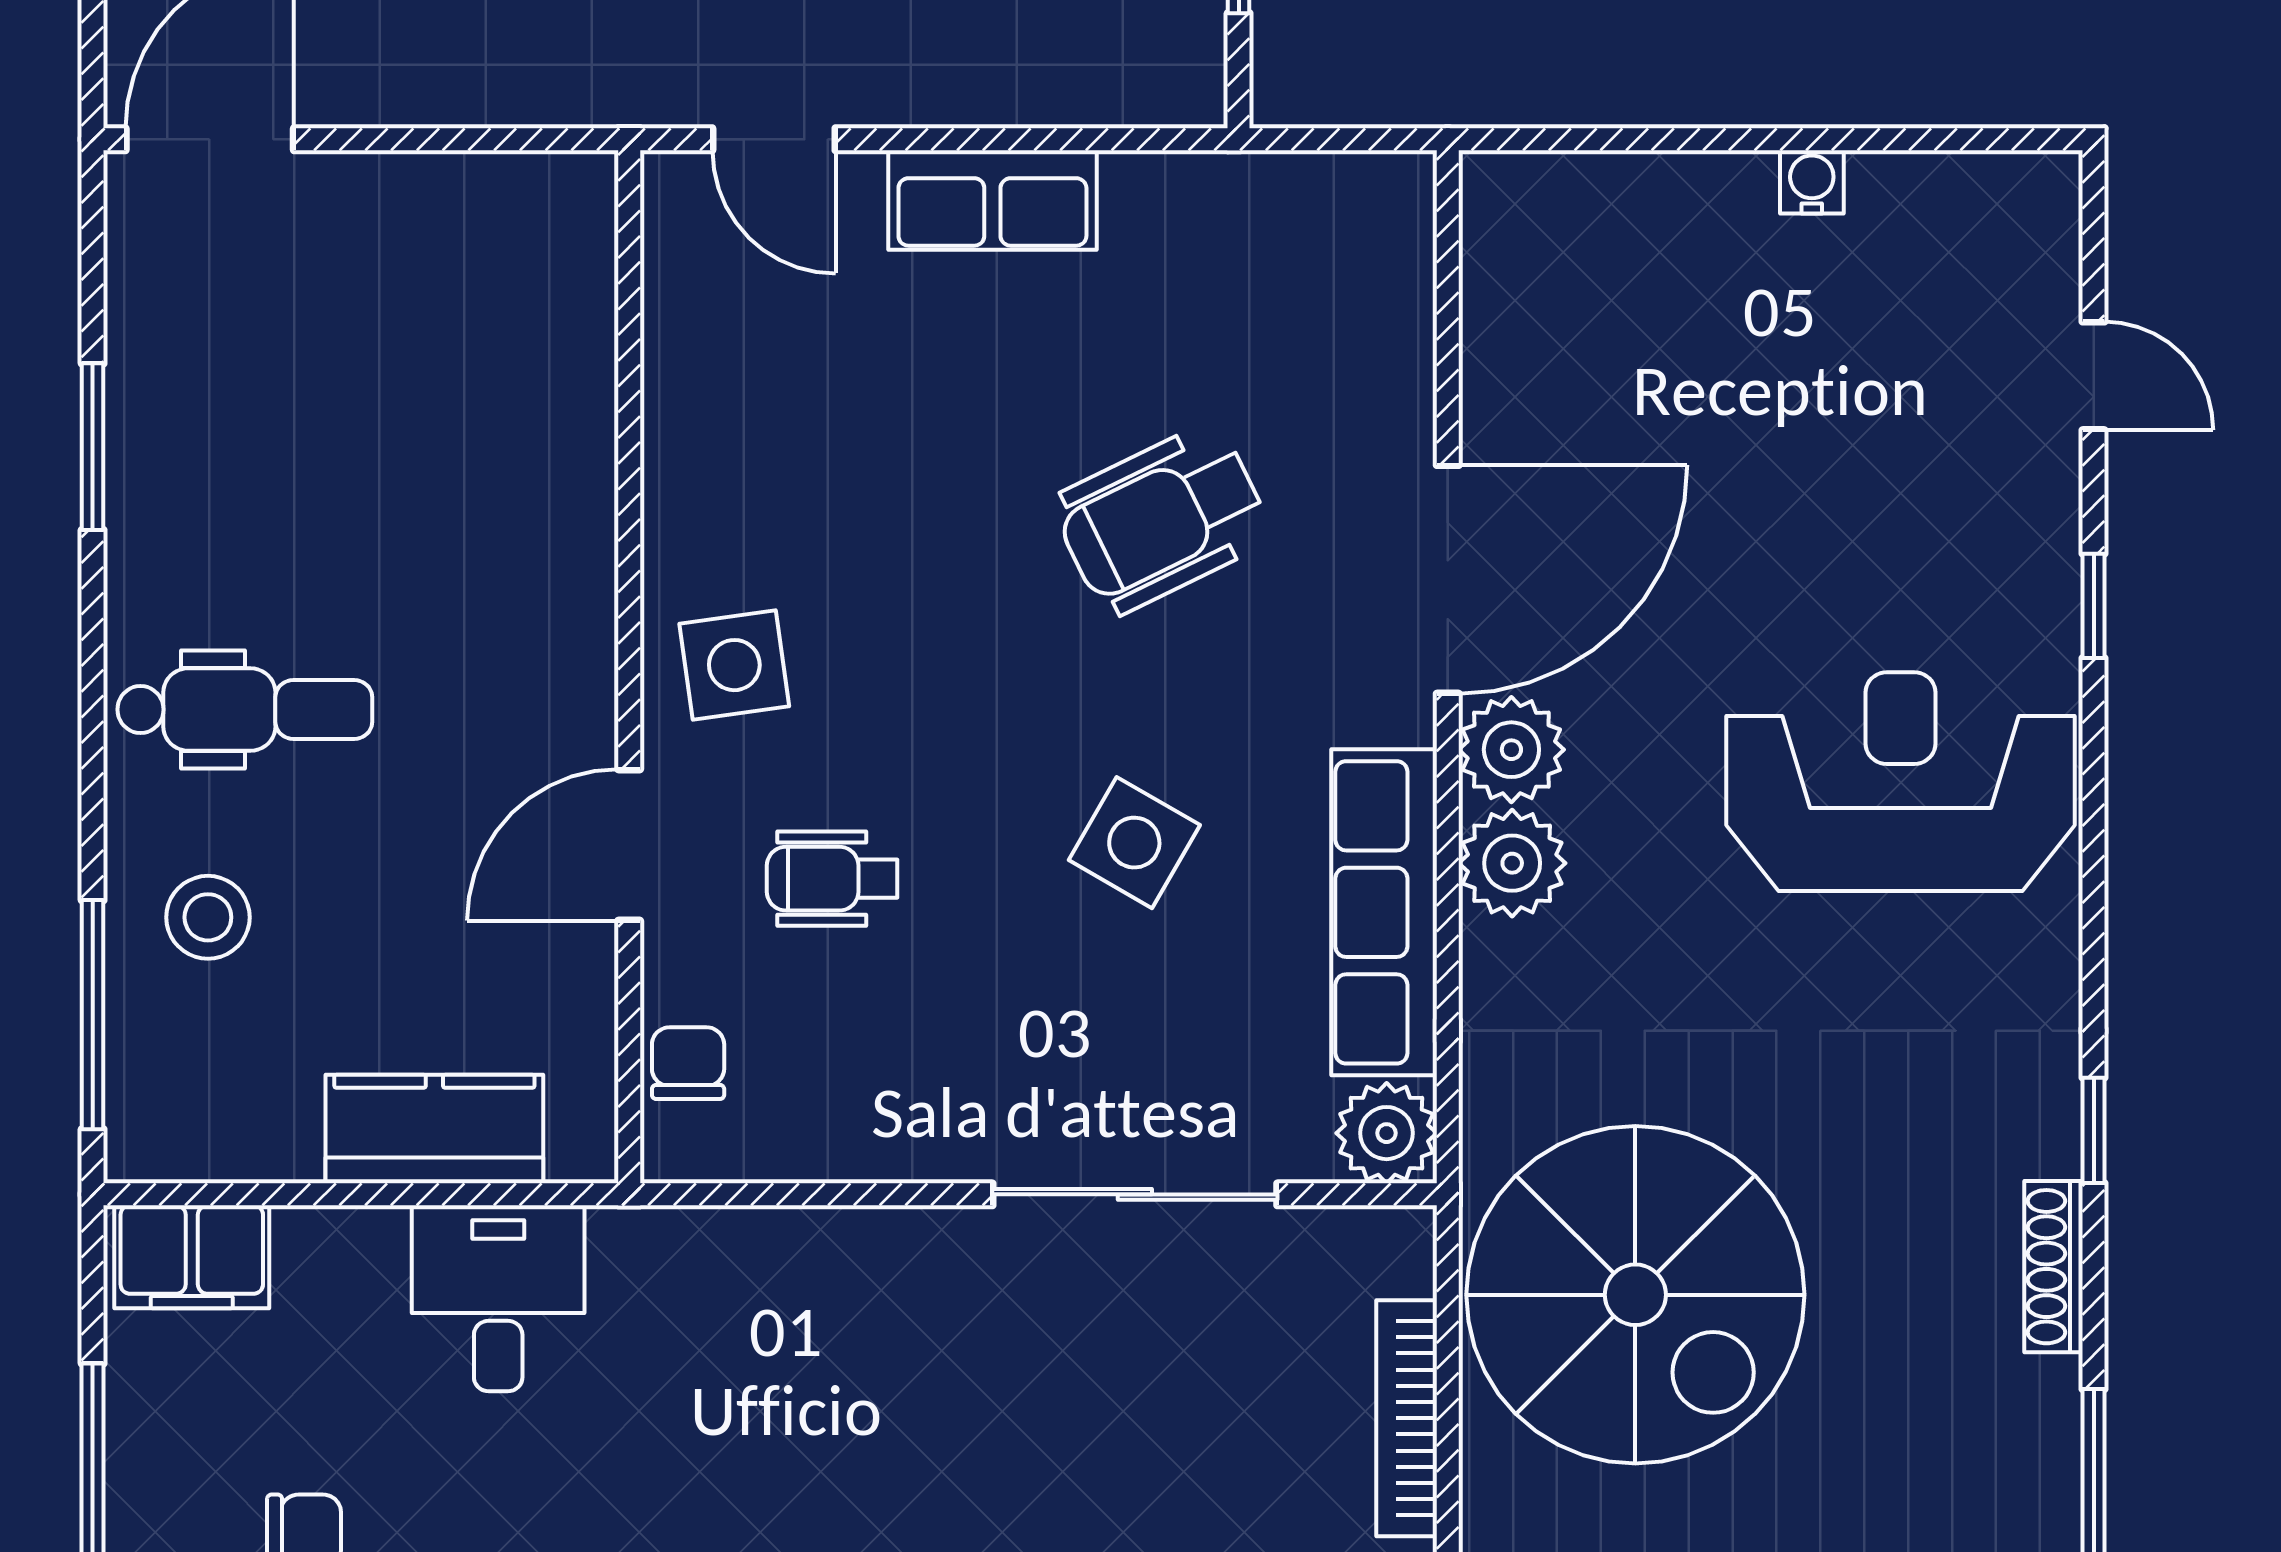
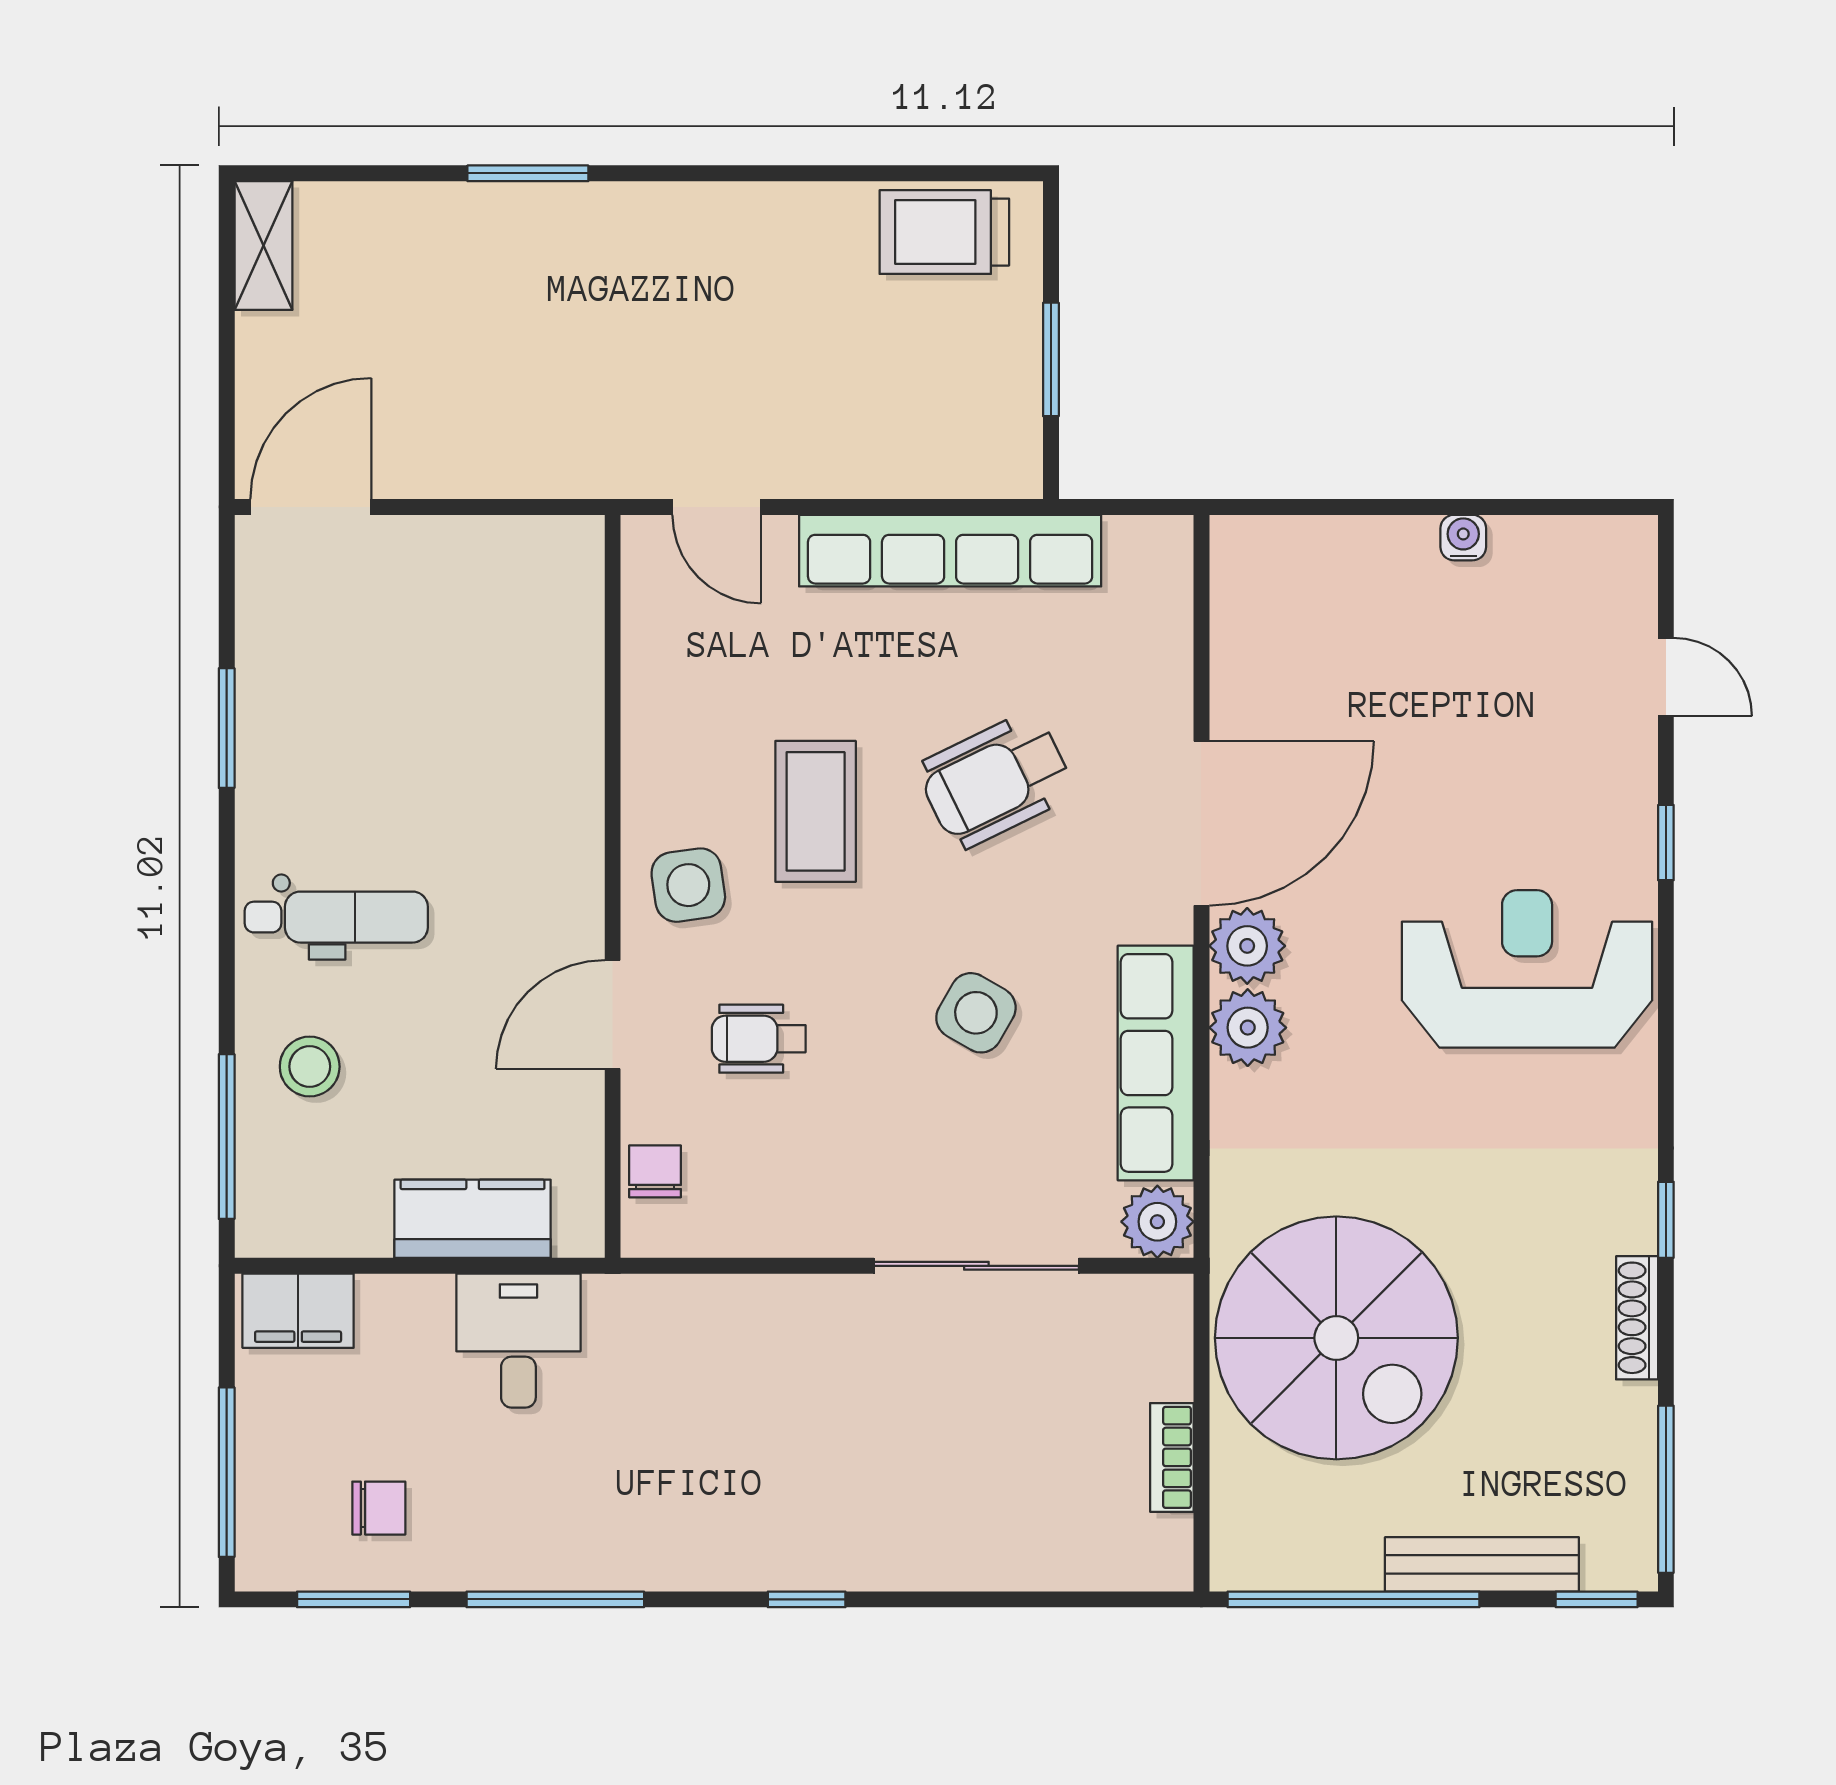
row of seats: (992, 200) -> (950, 551), width x2.02
coffee table: (911, 563) -> (816, 811), added
bookcase: (1407, 1418) -> (1172, 1457), width x0.64

